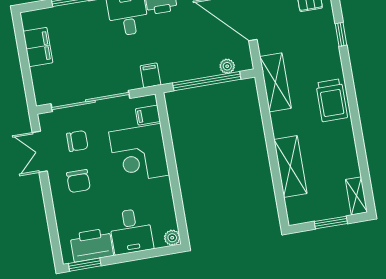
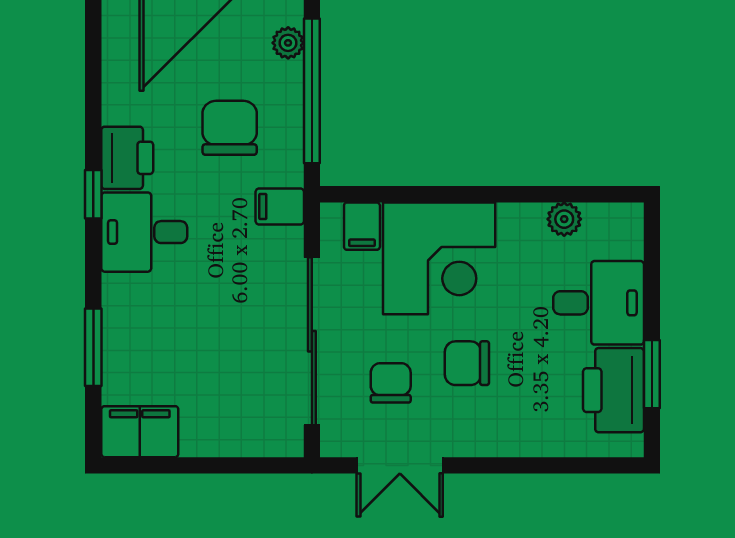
chair: (183, 46) -> (230, 128), added
filing cabinet: (38, 47) -> (140, 432), moved
chair: (78, 181) -> (467, 363), moved, turned 180
plant: (172, 238) -> (564, 219), moved
window: (85, 265) -> (652, 374), moved

